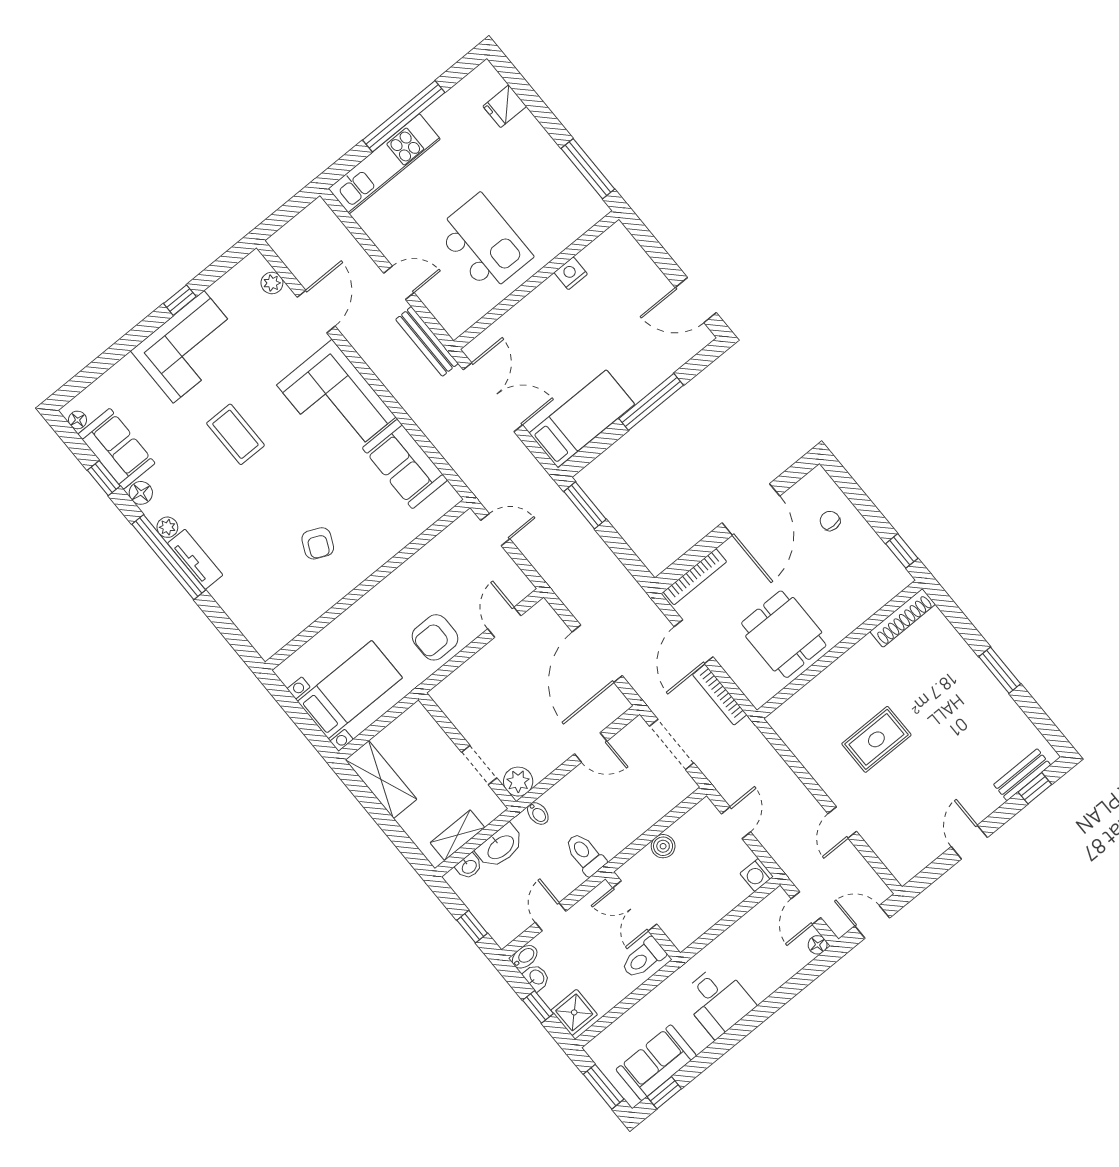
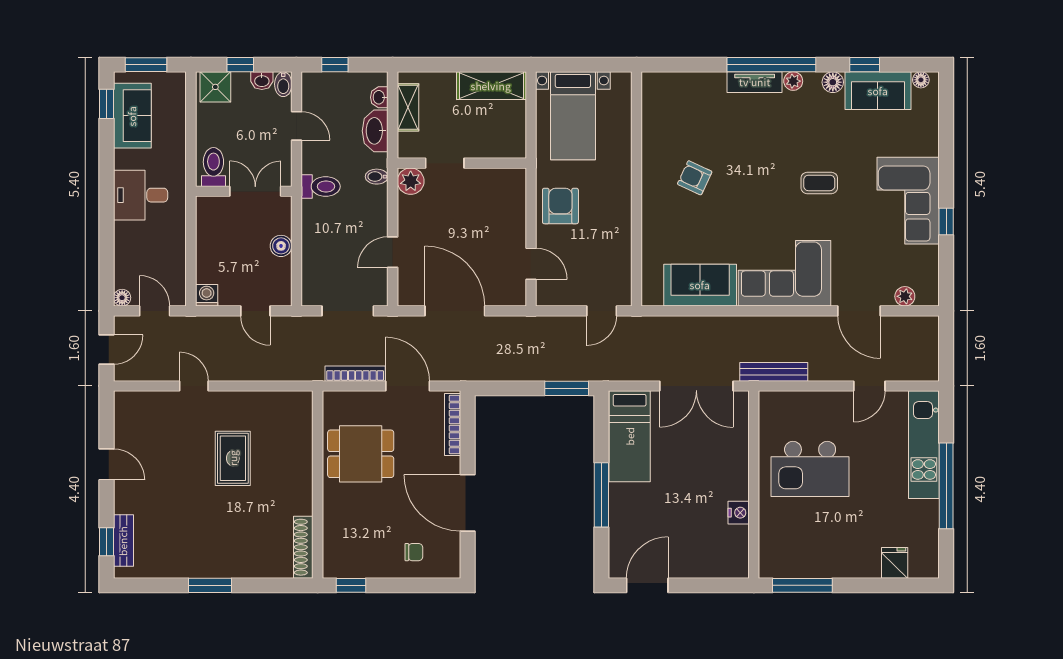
door: (399, 283) -> (869, 386), moved
coffee table: (235, 434) -> (819, 183), width x0.73, depth x0.77

